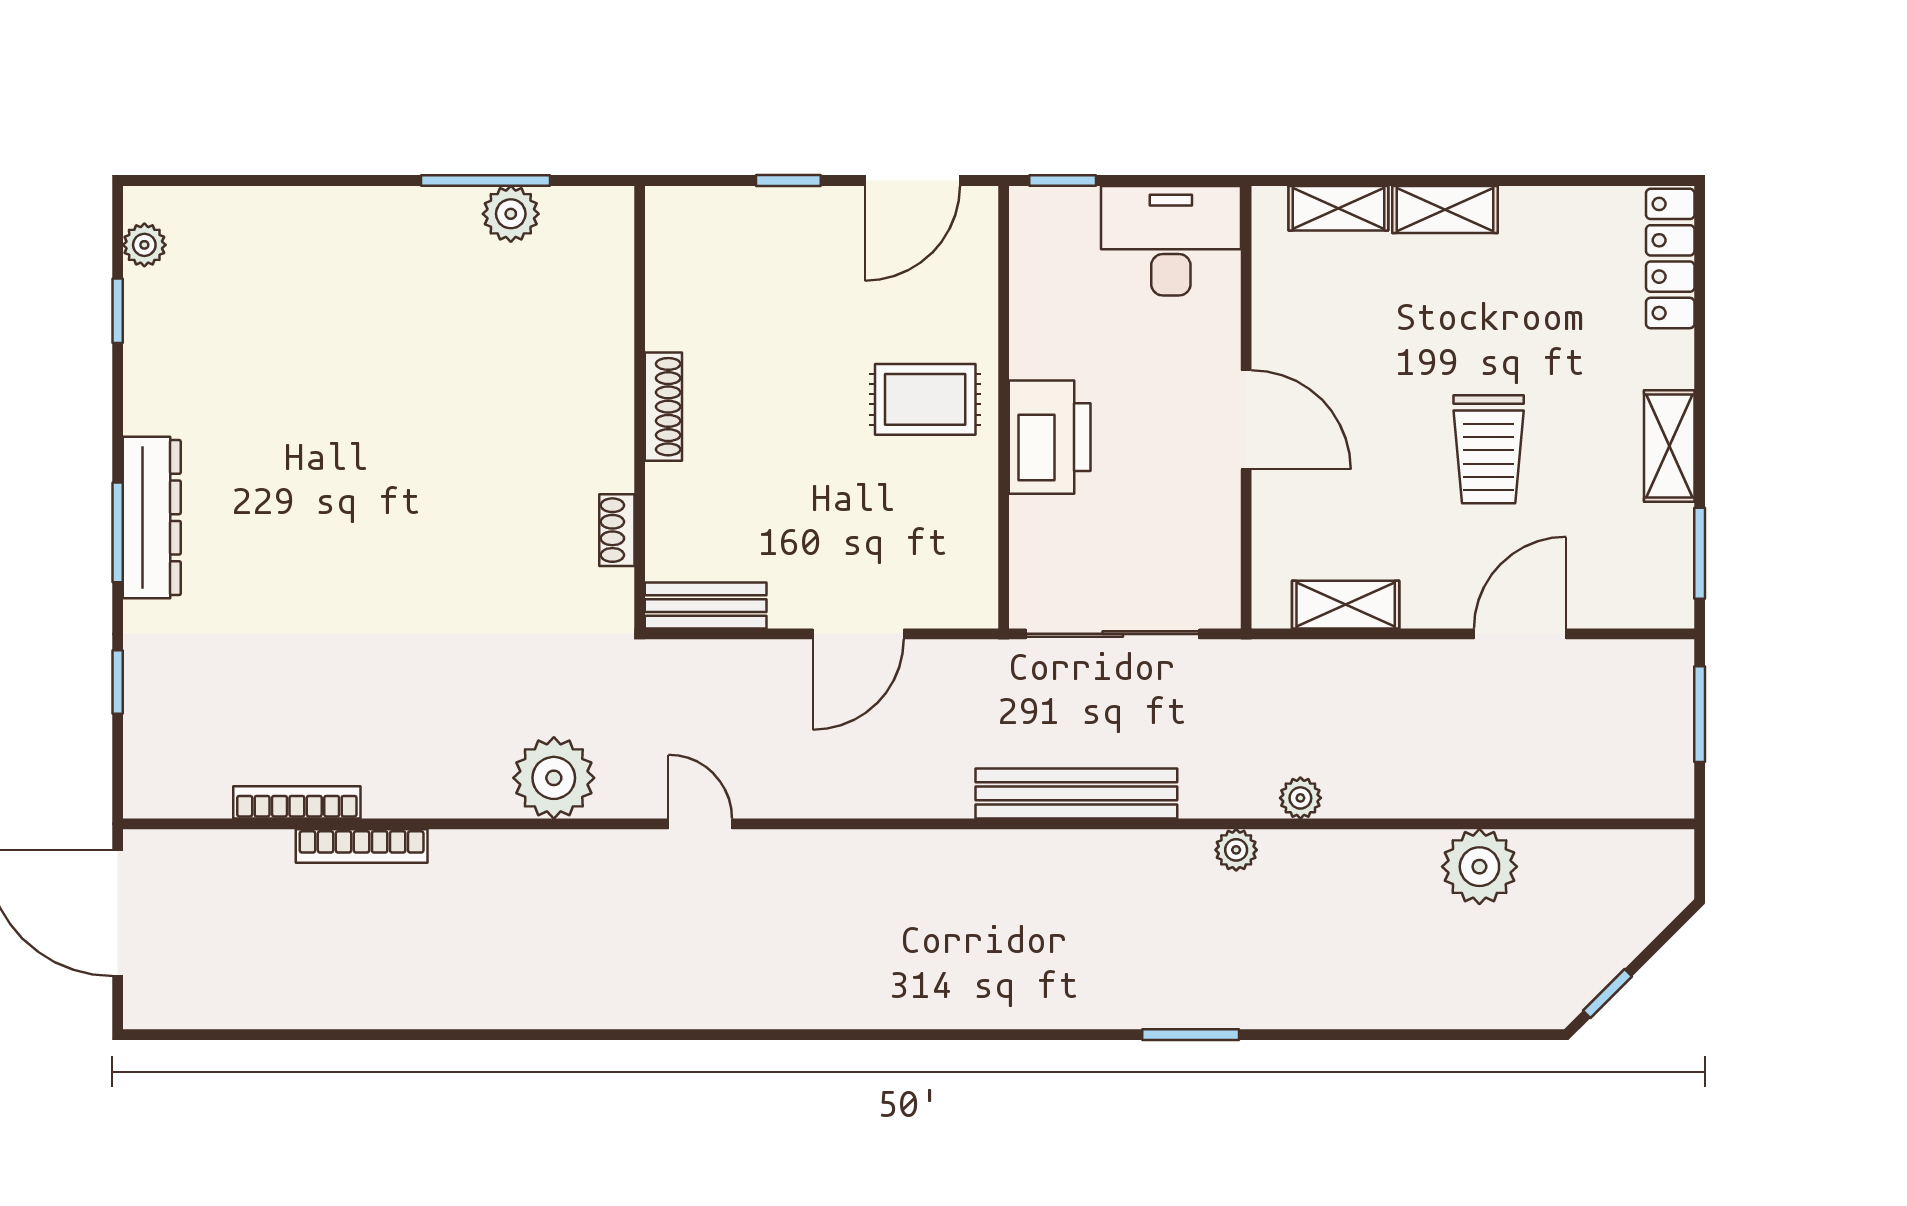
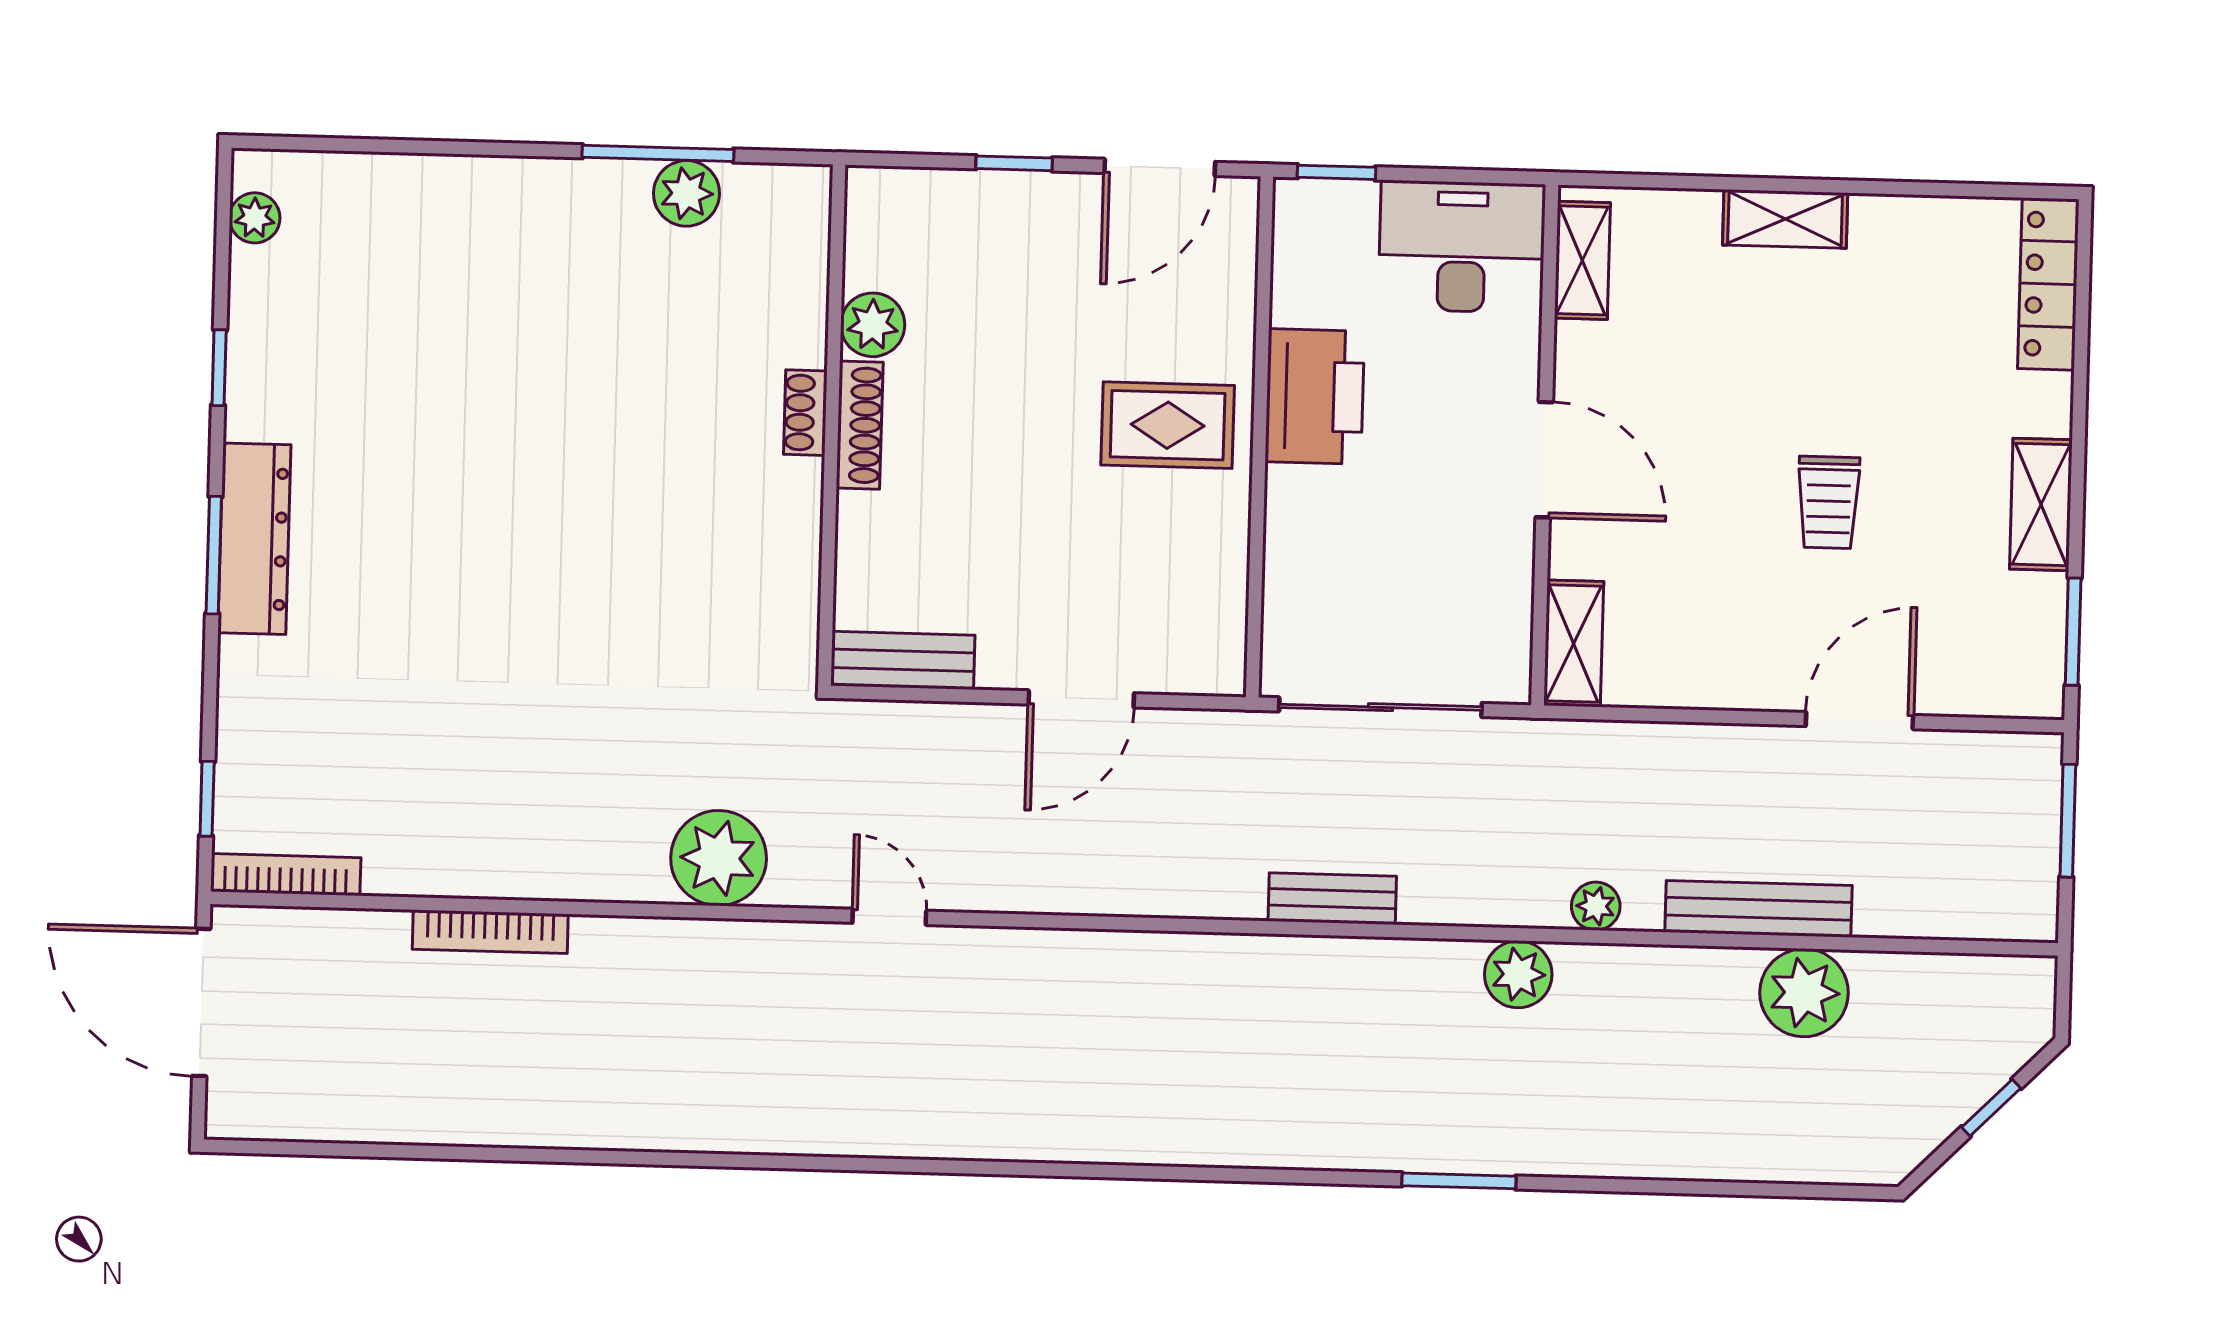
shelving: (1338, 208) -> (1582, 260), moved, turned 90
window: (118, 311) -> (219, 368), moved
plant: (672, 321) -> (873, 325), added
printer: (1050, 437) -> (1315, 396), moved
trolley: (1489, 449) -> (1828, 502), width x0.73, depth x0.72
shoe rack: (617, 530) -> (805, 413), moved
shelving: (1346, 605) -> (1574, 643), moved, turned 90
window: (118, 682) -> (207, 799), moved
bench: (1076, 793) -> (1332, 899), width x0.54, depth x0.82
bench: (1439, 796) -> (1759, 909), added
bookcase: (297, 802) -> (286, 875), moved
plant: (1236, 850) -> (1518, 974), width x1.38, depth x1.38
window: (1608, 993) -> (1991, 1108), moved

